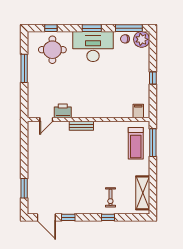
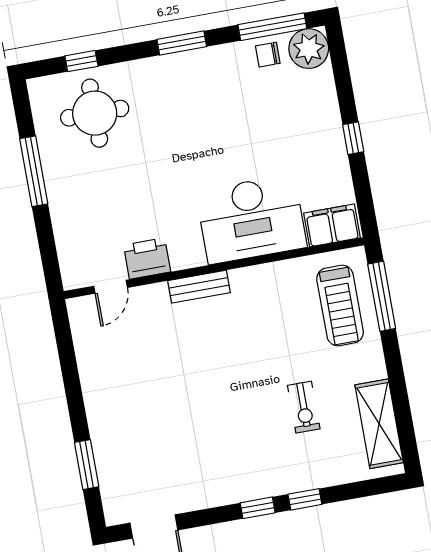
desk: (93, 47) -> (251, 219), moved, turned 180
filing cabinet: (138, 111) -> (332, 225), width x2.00
exercise bike: (110, 197) -> (304, 407), moved
window: (68, 217) -> (258, 508), moved

